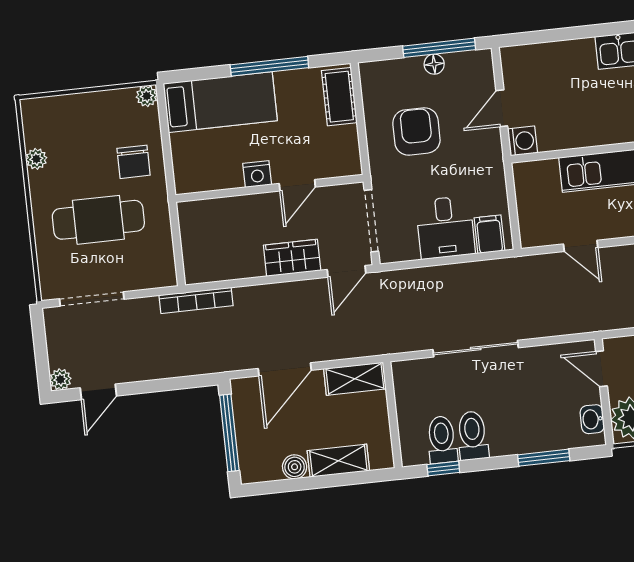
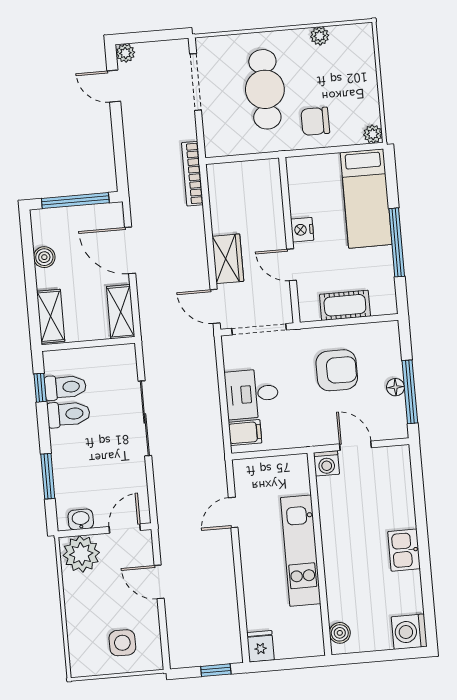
cot: (339, 97) -> (345, 305), moved
shelving: (338, 461) -> (51, 316), moved

